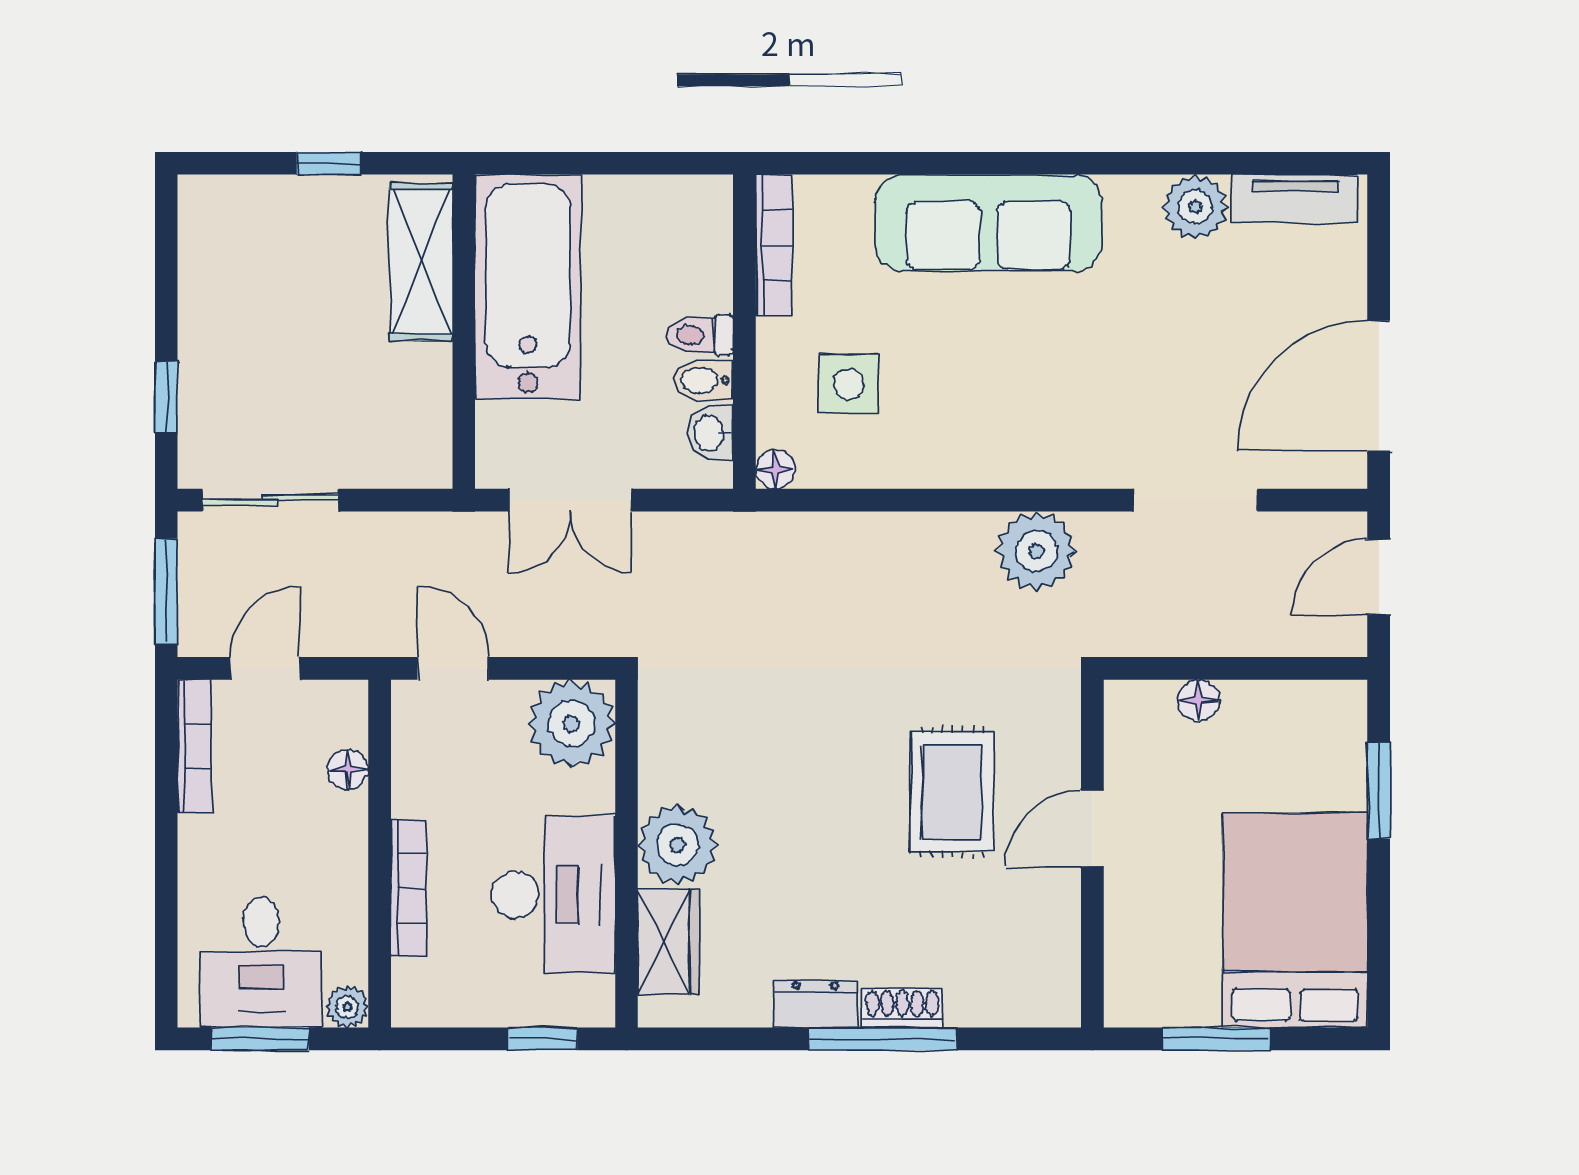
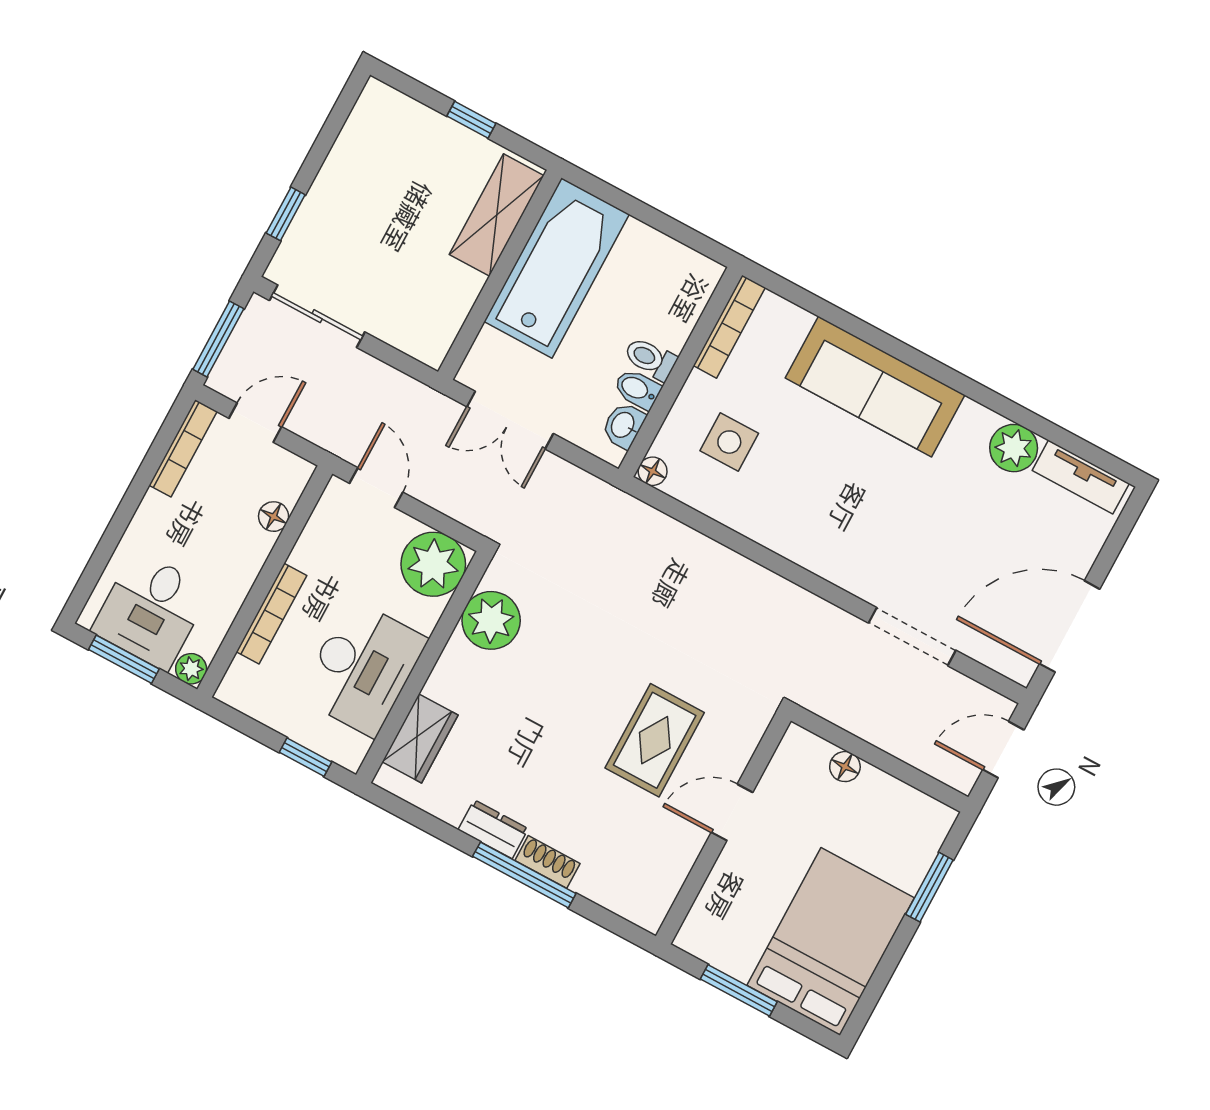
plant: (1036, 551) -> (792, 614), removed
plant: (677, 845) -> (491, 620), moved

